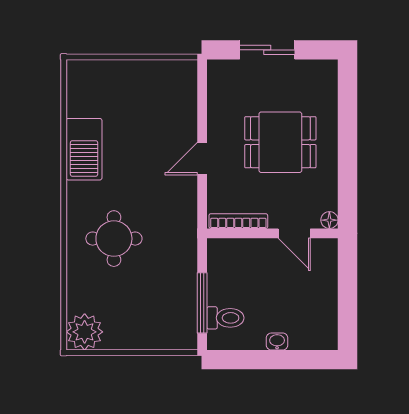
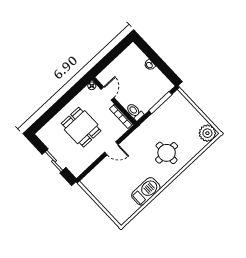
toilet: (225, 318) -> (135, 112), moved

